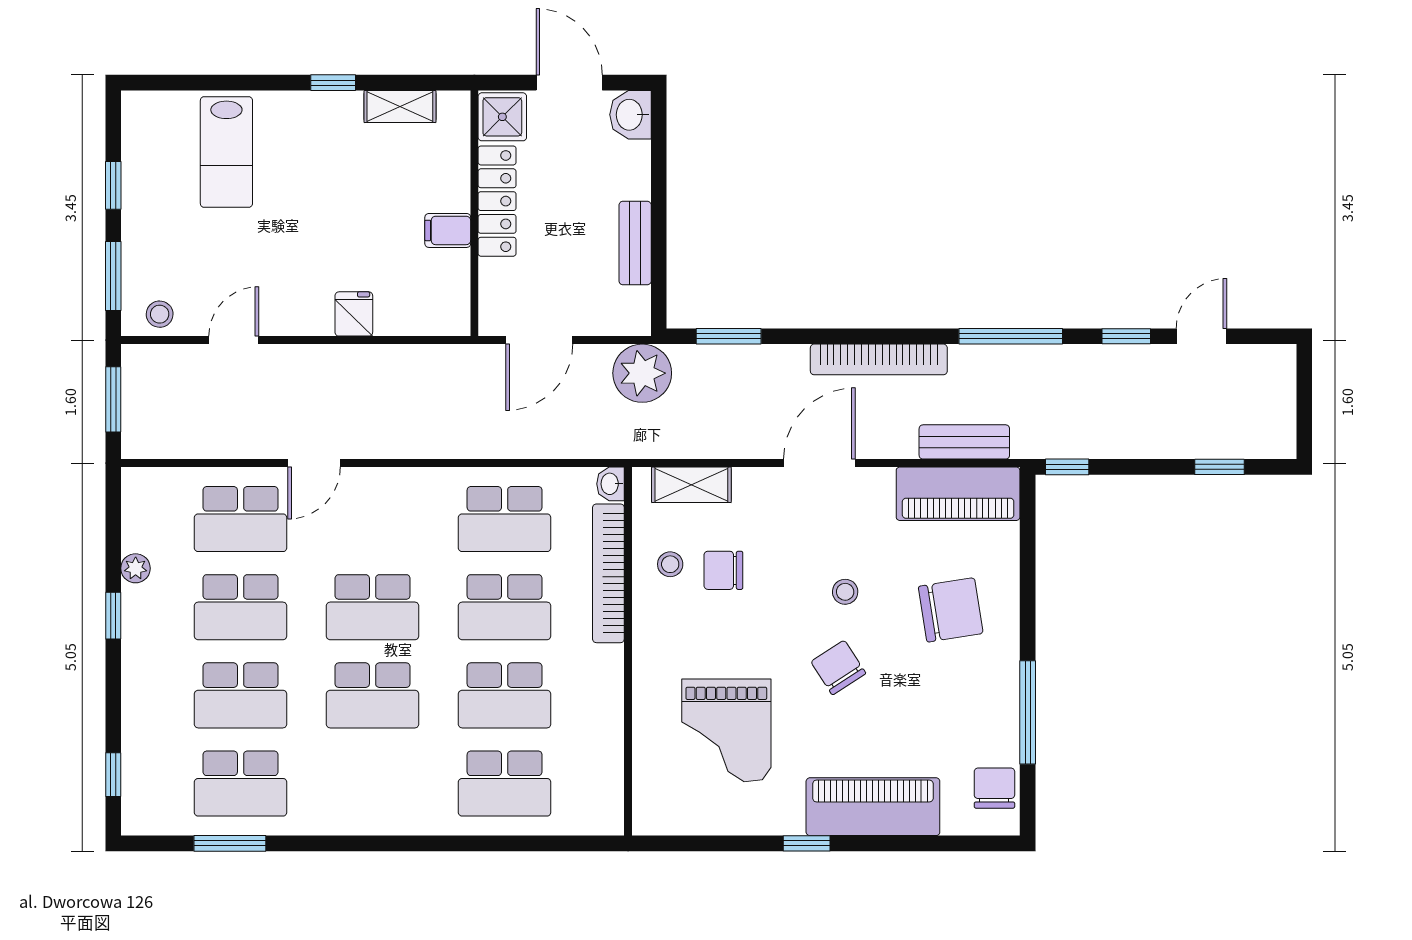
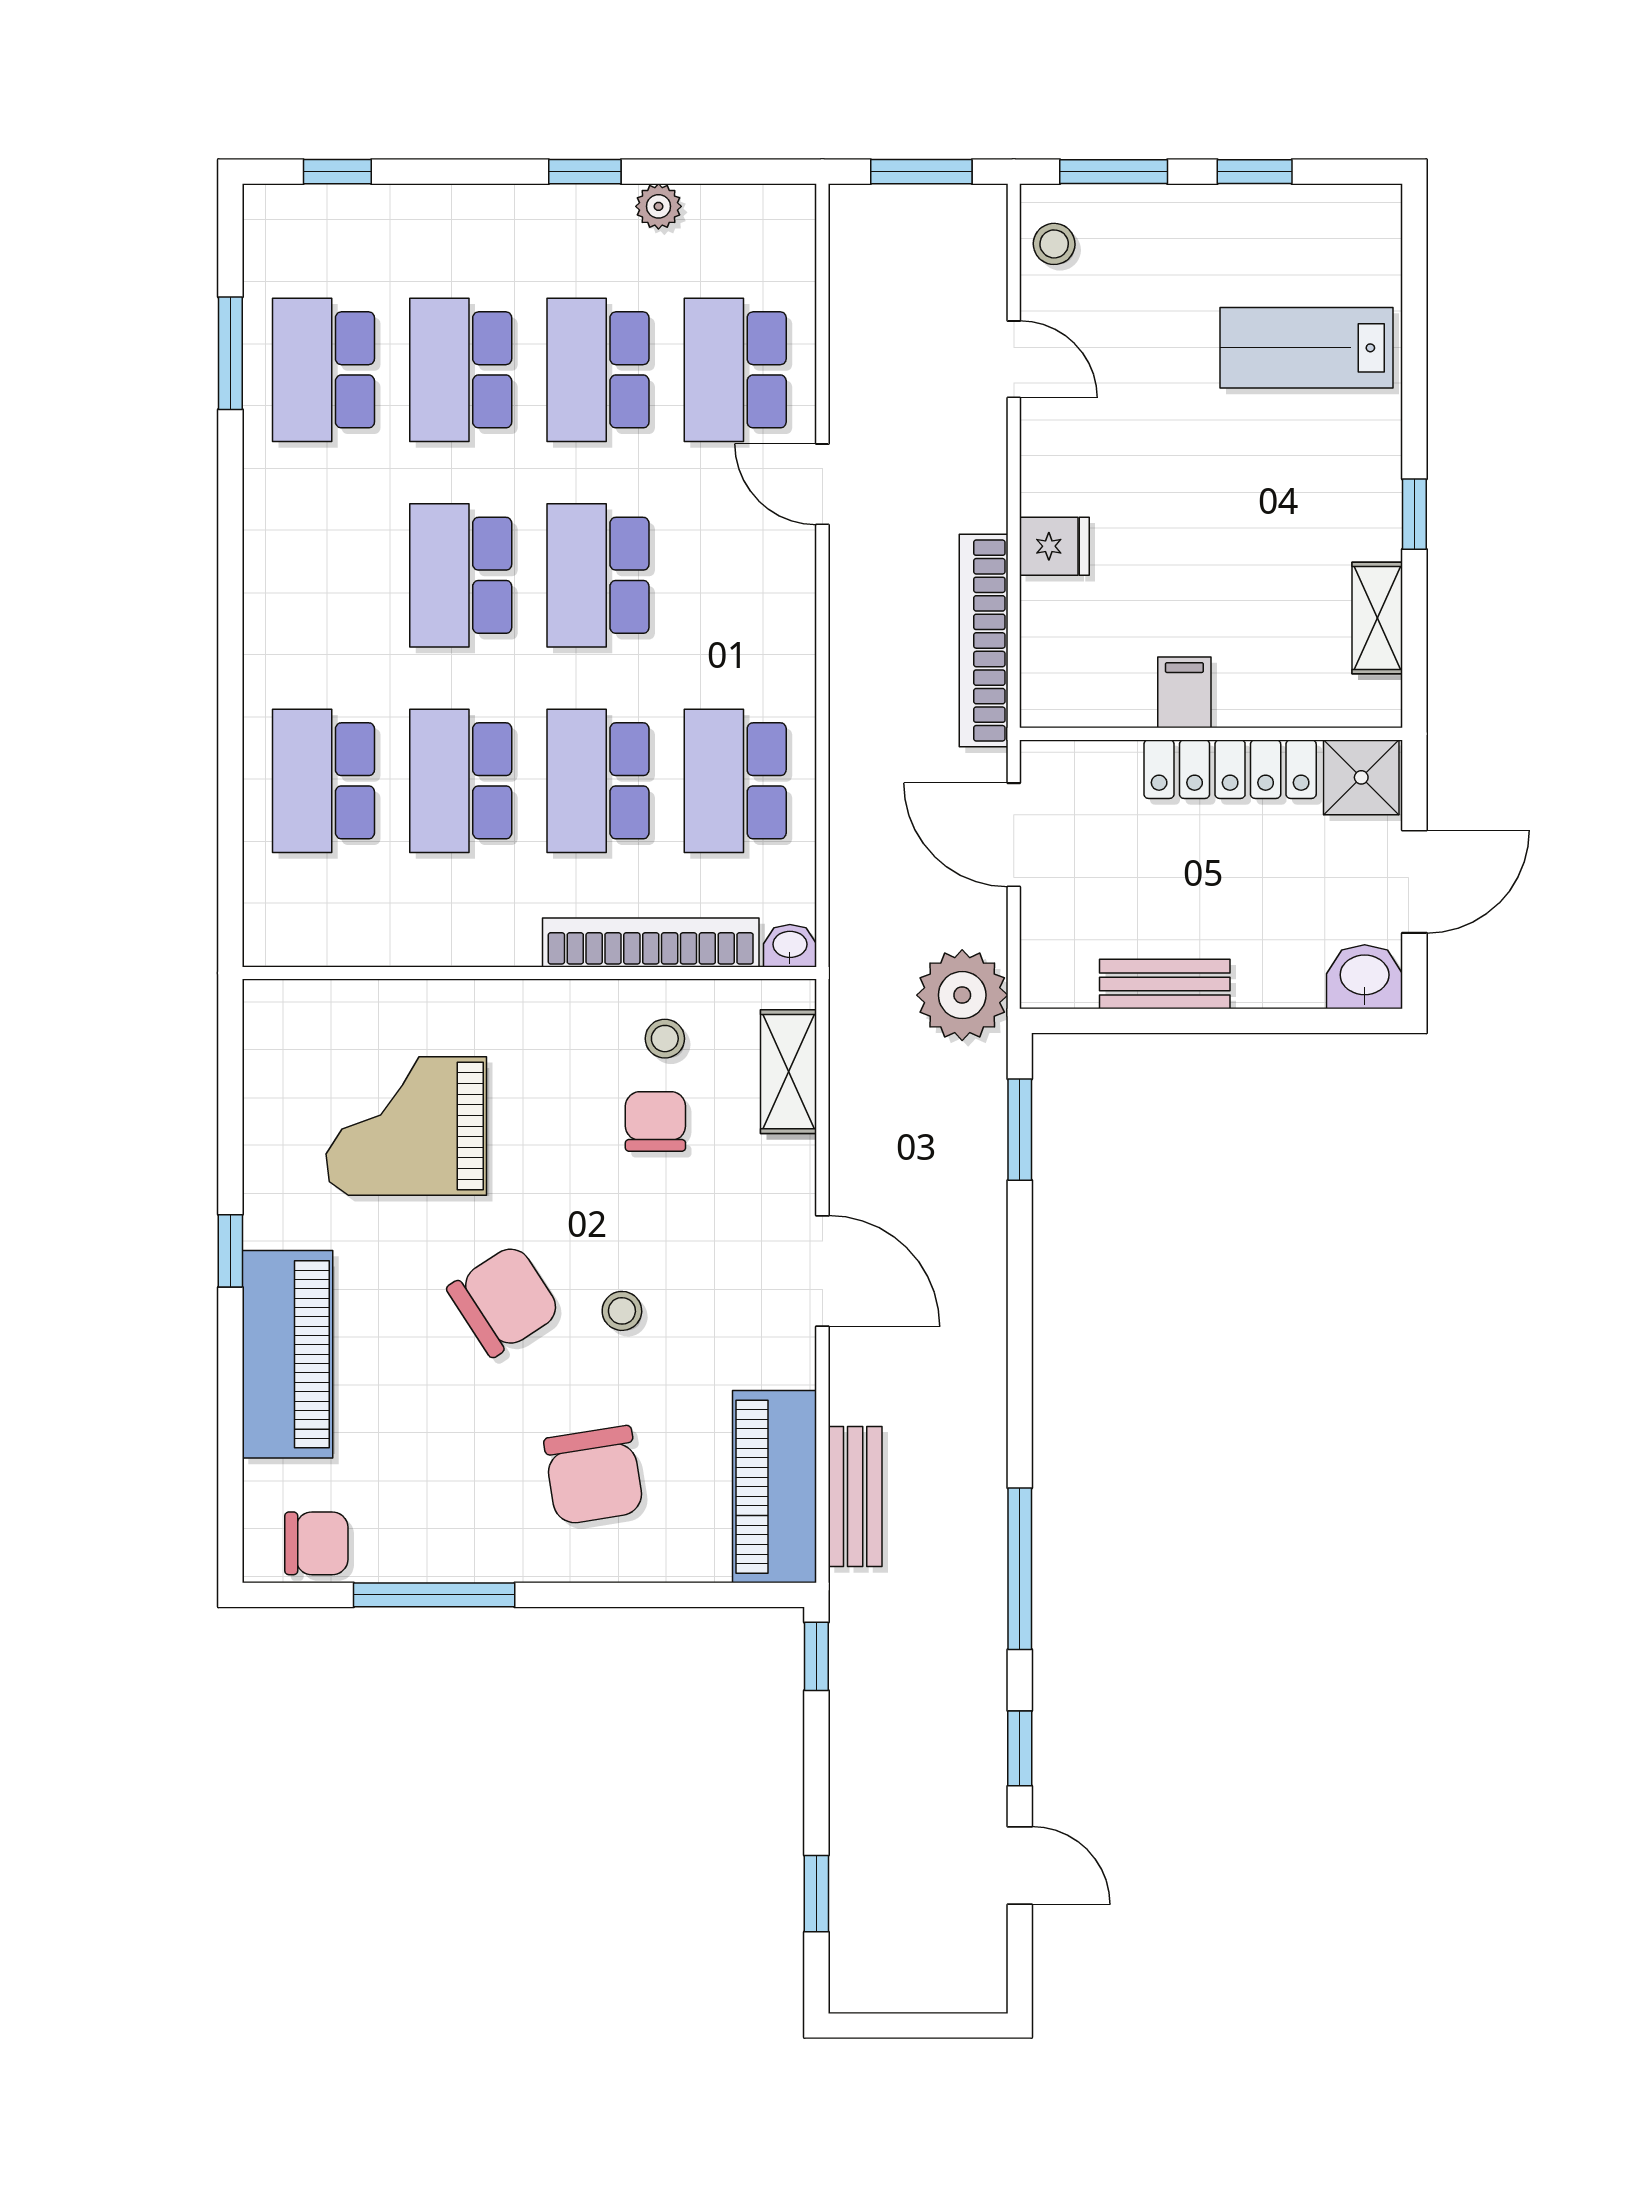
bookcase: (879, 359) -> (984, 640), moved
chair: (838, 668) -> (504, 1300), width x1.37, depth x1.37

